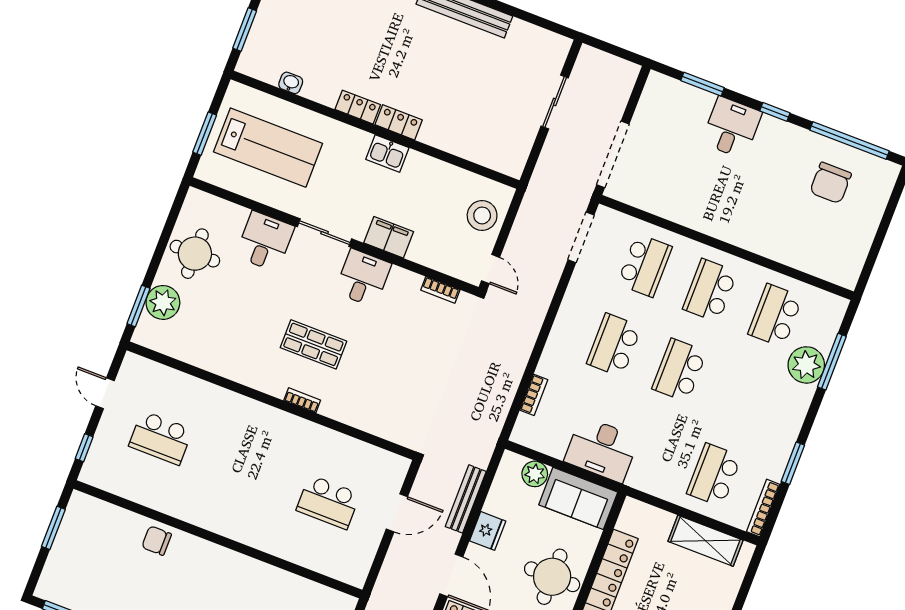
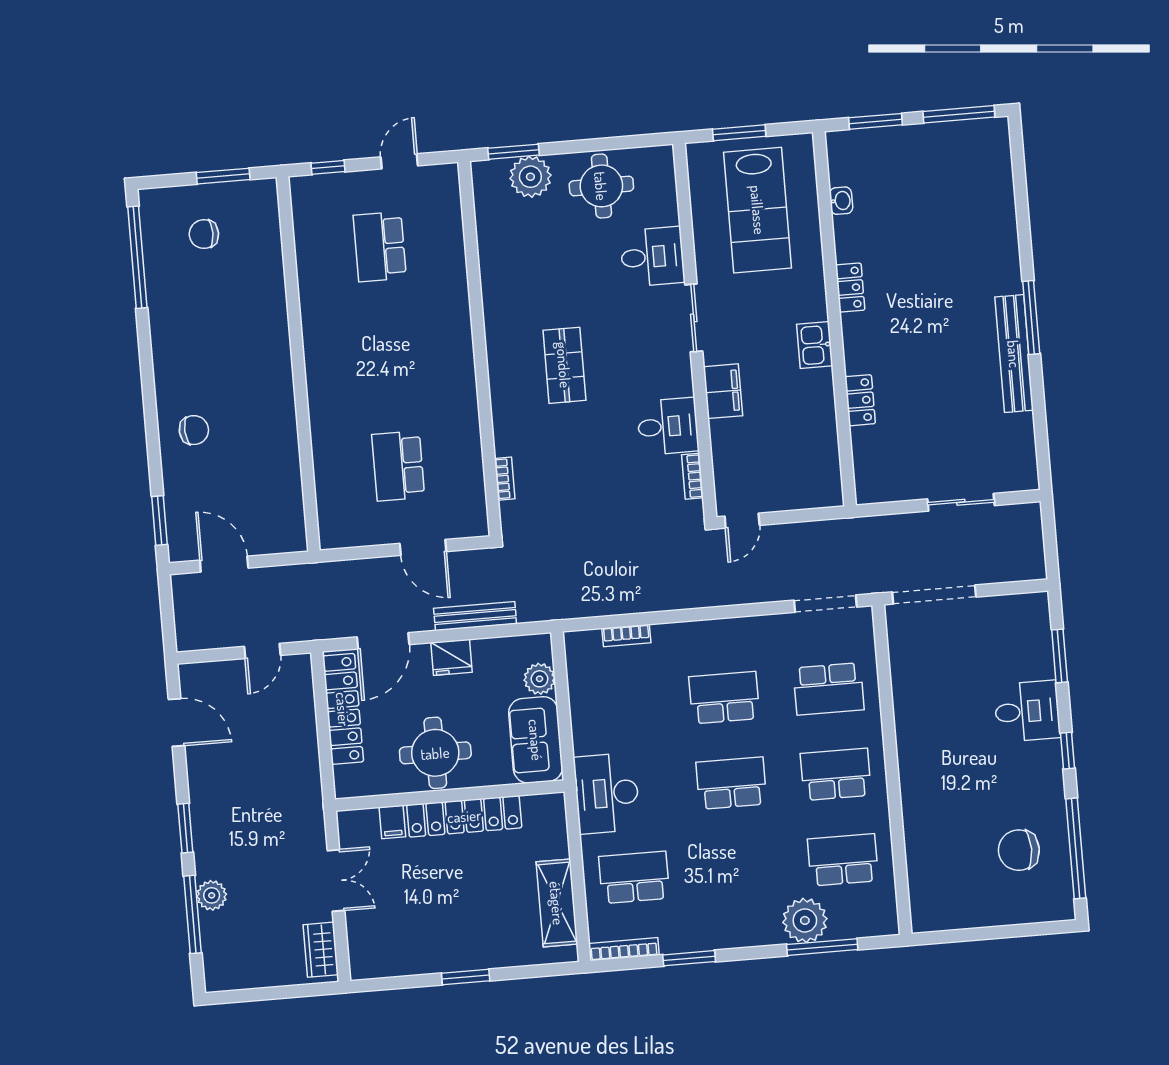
locker: (399, 122) -> (860, 400), moved
stool: (482, 215) -> (797, 483), removed
desk: (363, 278) -> (668, 426), moved
bookcase: (302, 400) -> (505, 479), moved
desk: (602, 449) -> (607, 793), moved
chair: (157, 541) -> (204, 234), moved, turned -90

